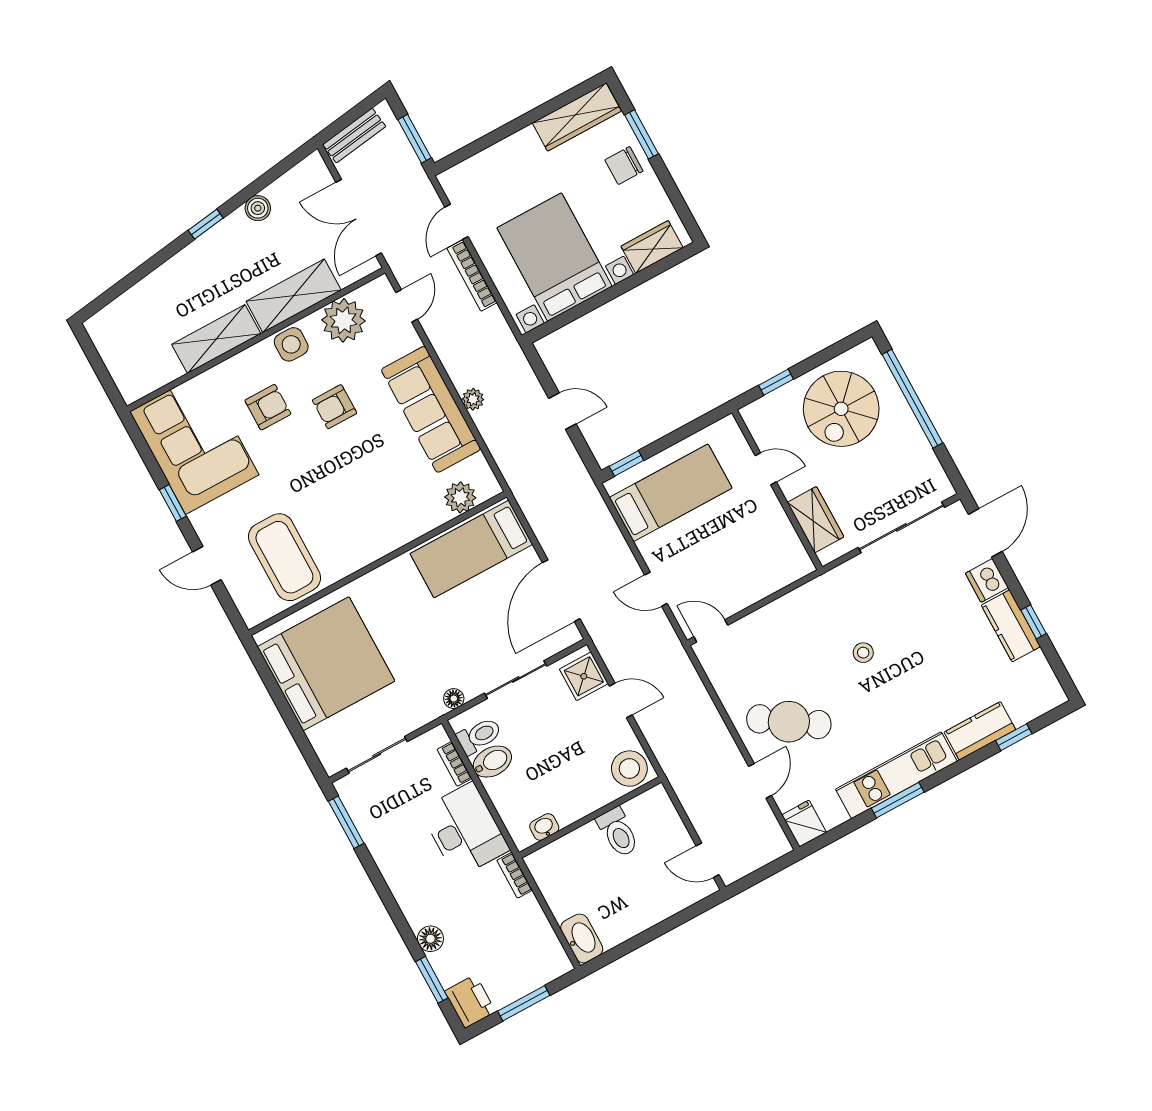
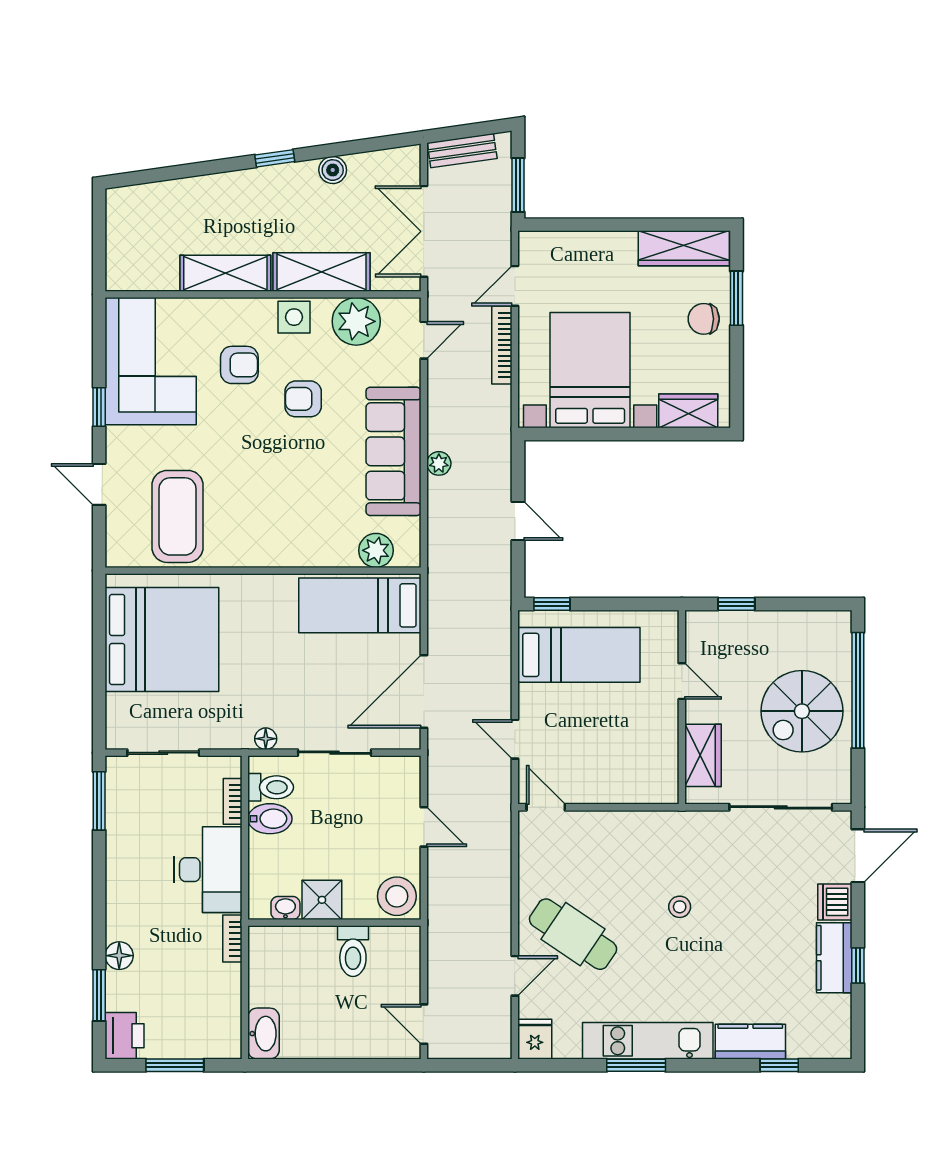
spiral stairs: (841, 409) -> (802, 711), moved
shower: (584, 676) -> (322, 900), moved

